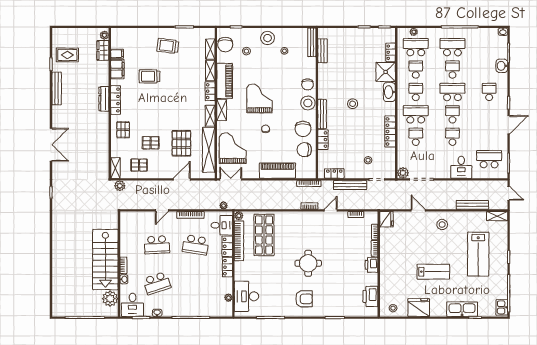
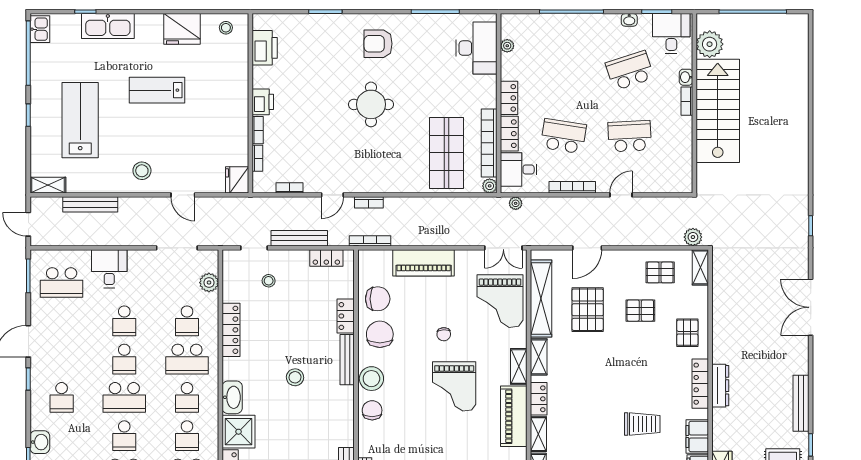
plant: (403, 173) -> (209, 283), moved

